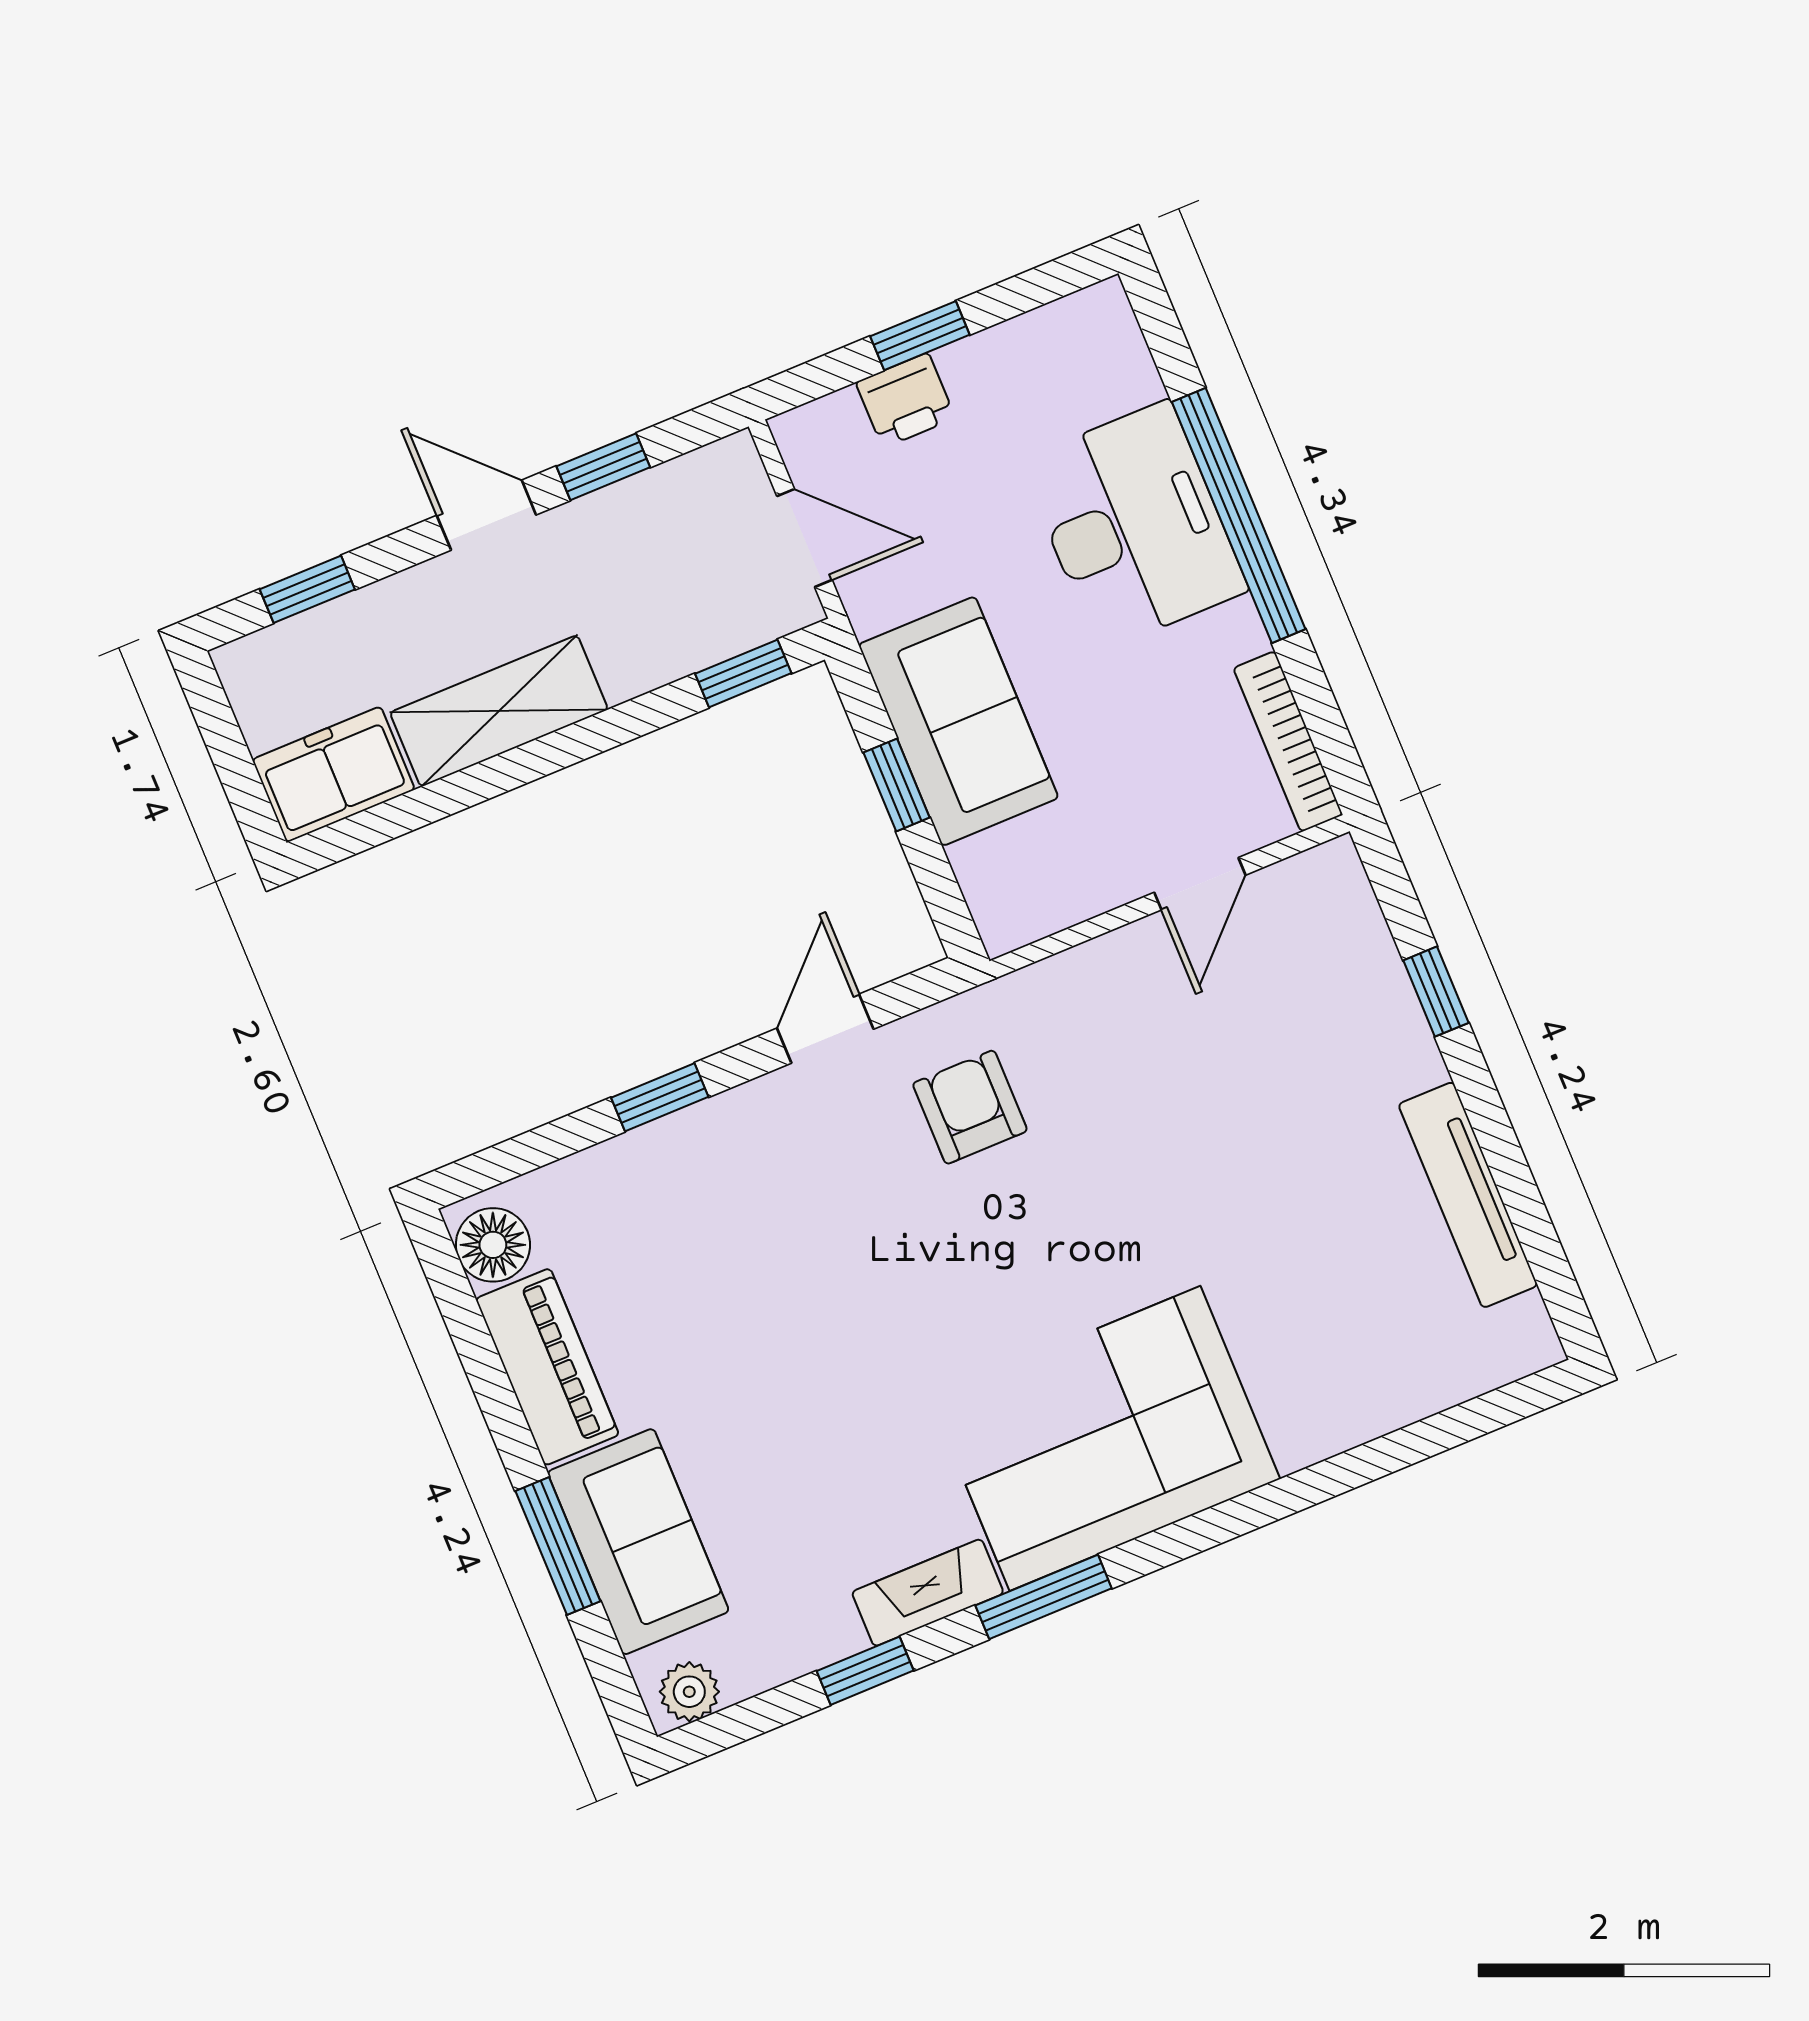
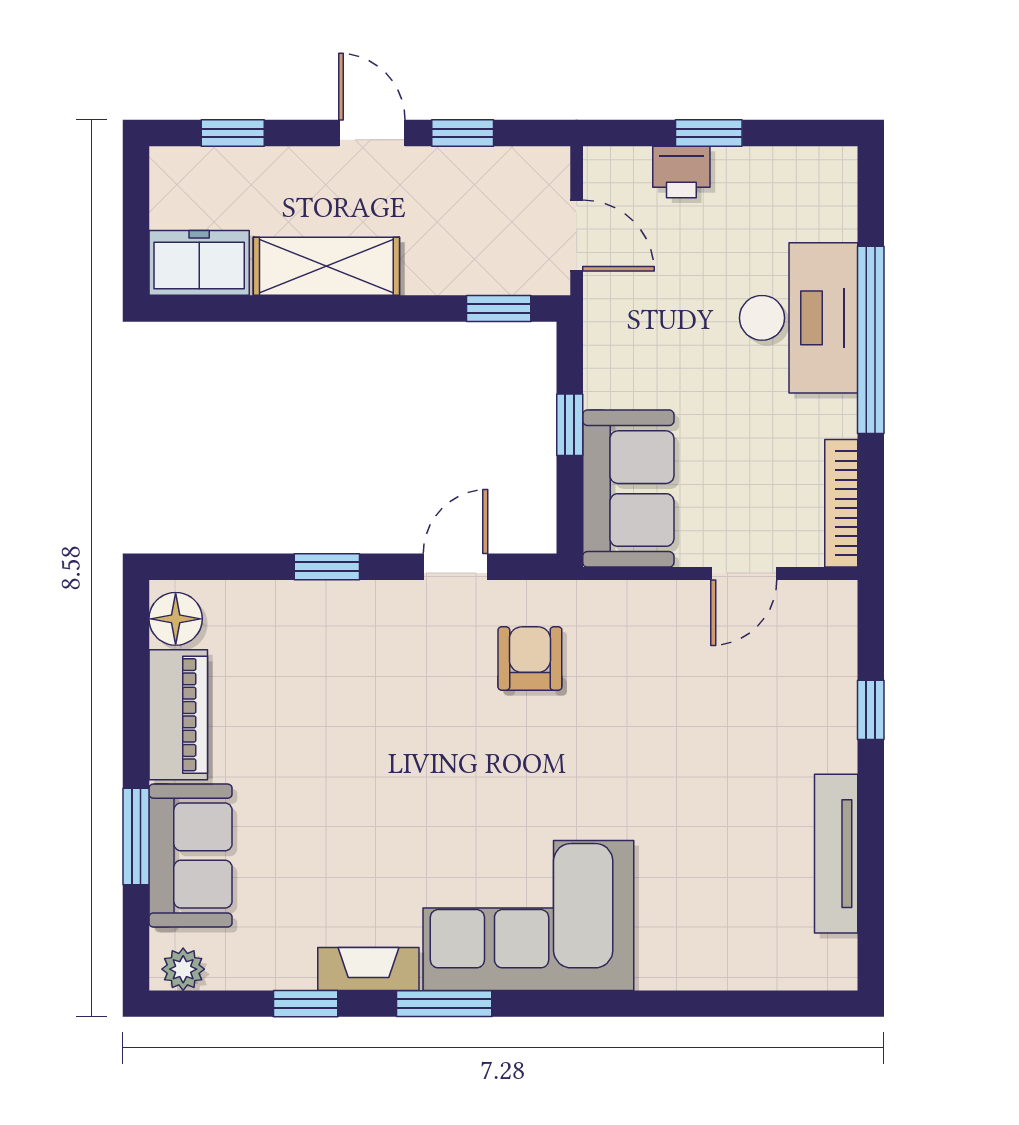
sofa: (958, 721) -> (628, 489), moved

